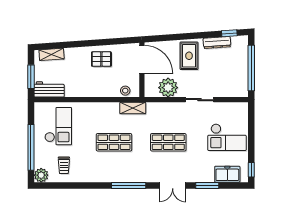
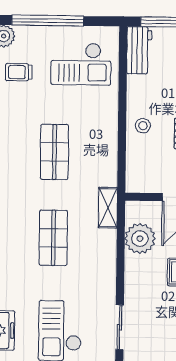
stool: (125, 91) -> (143, 126), moved
sliding door: (199, 100) -> (120, 327), moved
shelving: (133, 108) -> (108, 208), moved

